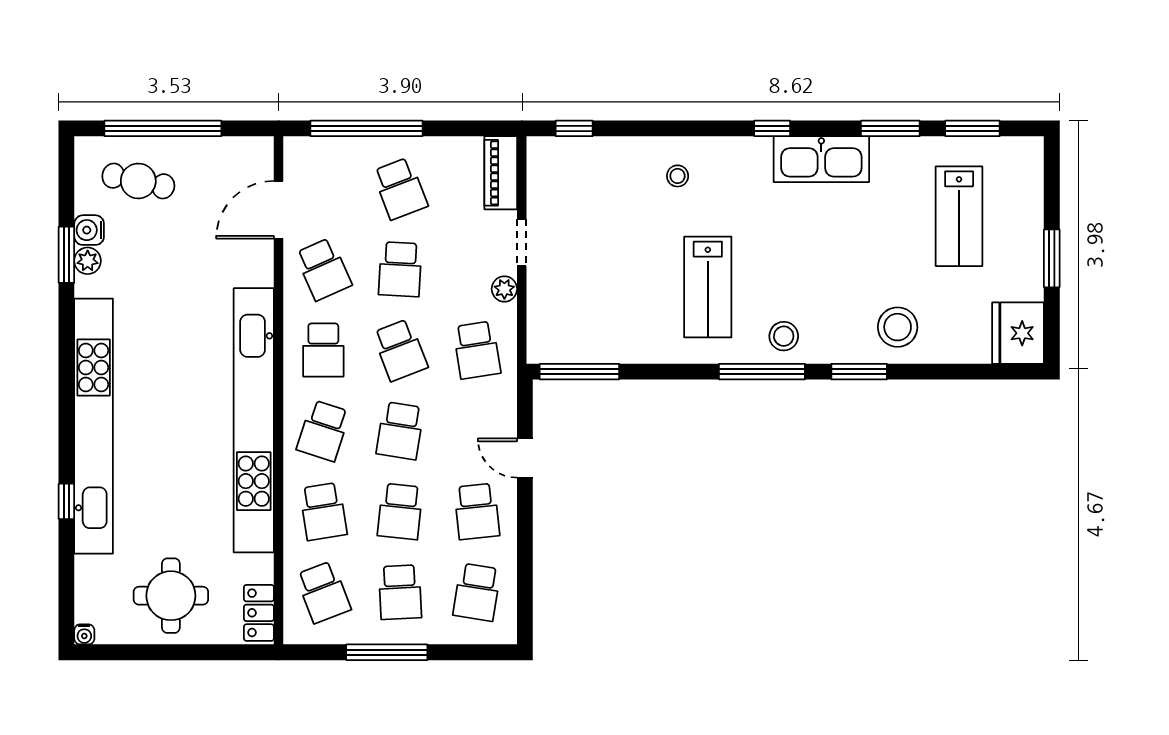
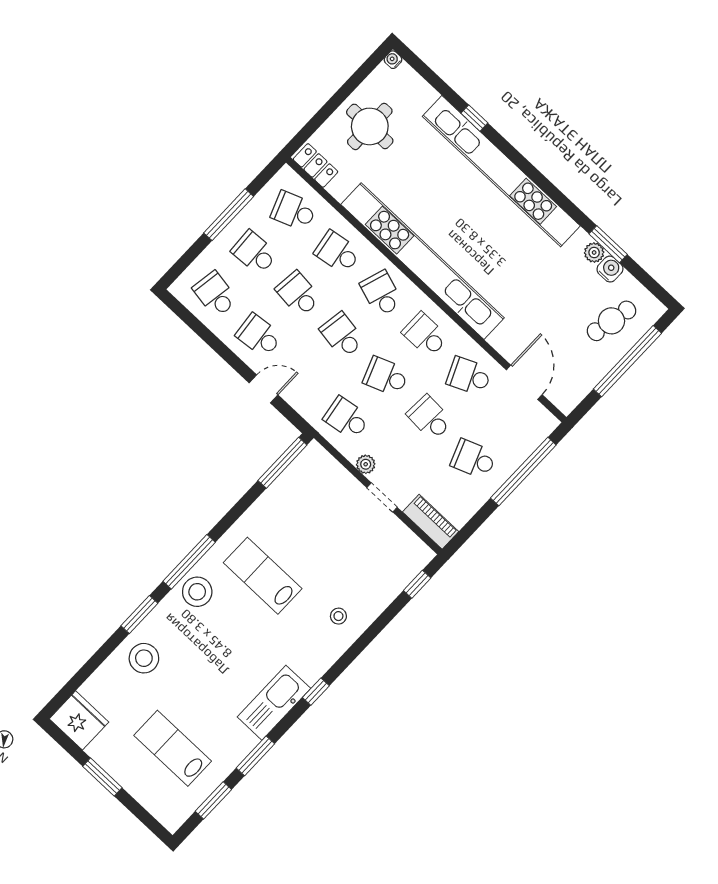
stool: (784, 336) -> (197, 592), width x1.38, depth x1.38

